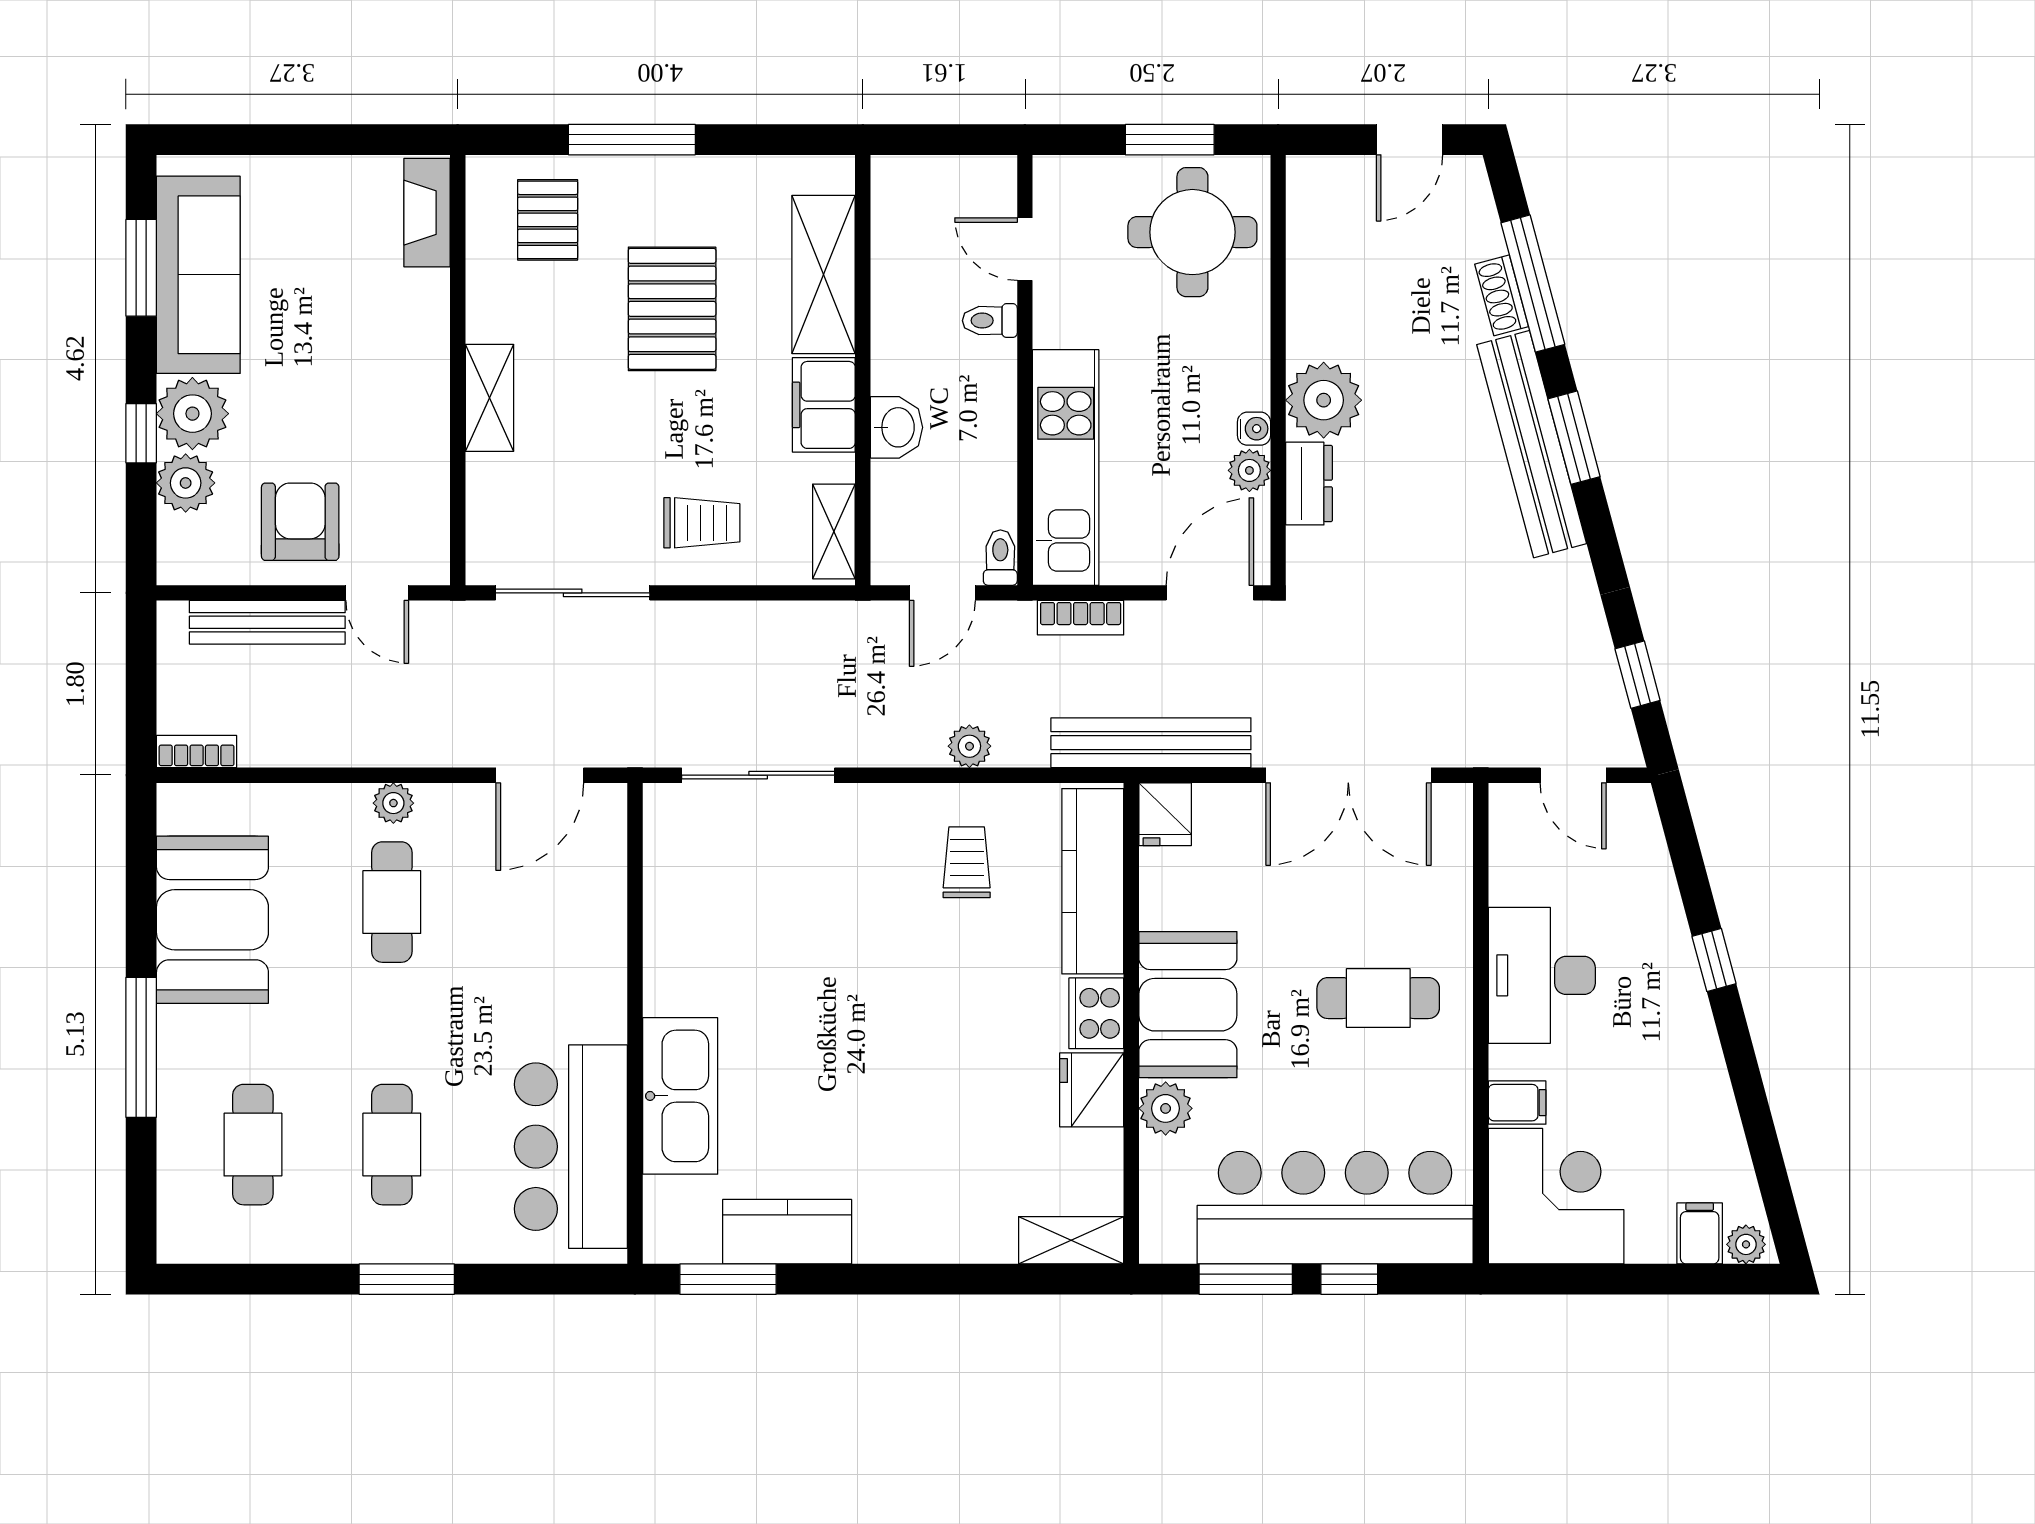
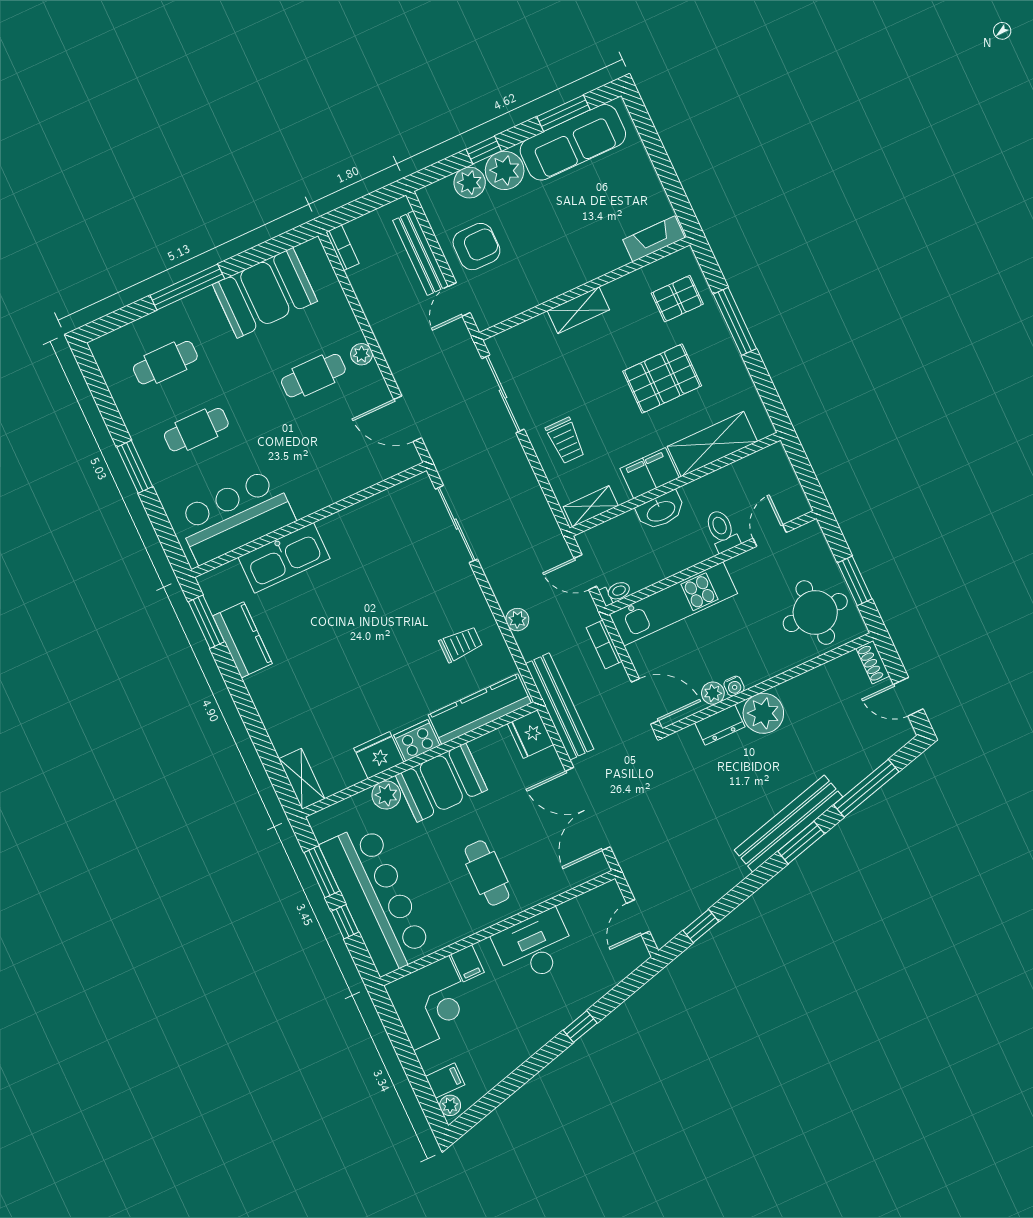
shoe rack: (1502, 295) -> (873, 662), moved, turned -75
toilet: (990, 321) -> (722, 531), width x1.37, depth x1.39
washbasin: (896, 427) -> (661, 511), width x1.38
fridge: (1165, 814) -> (530, 734), width x1.38

